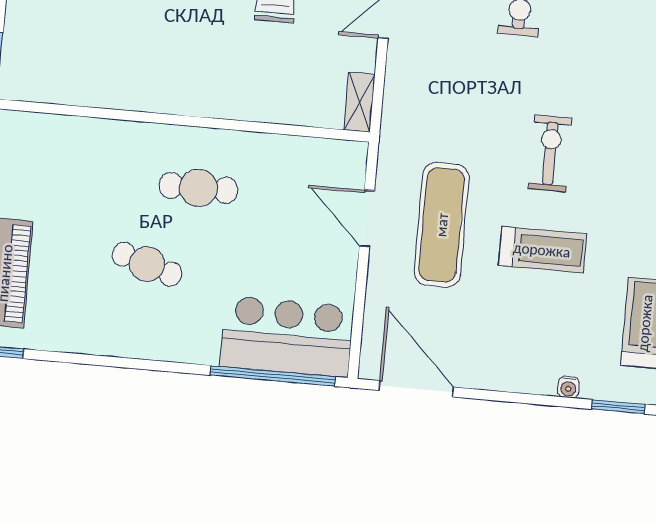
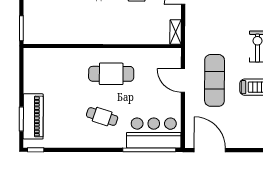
cafe table: (198, 188) -> (111, 74), width x1.37, depth x1.35
cafe table: (147, 264) -> (102, 117), moved

